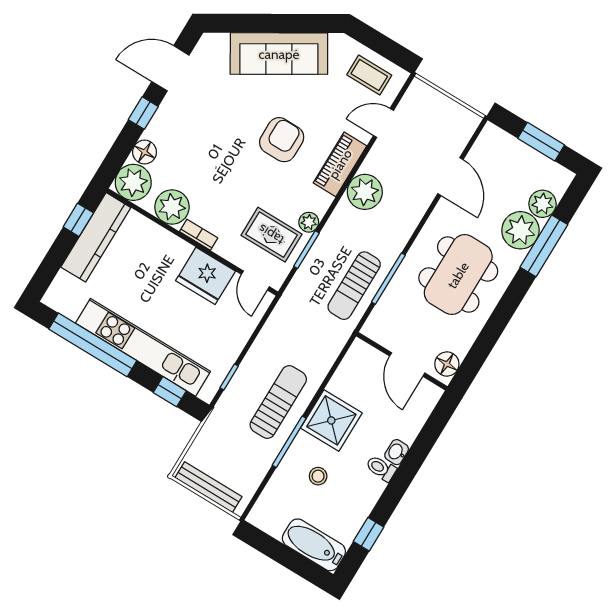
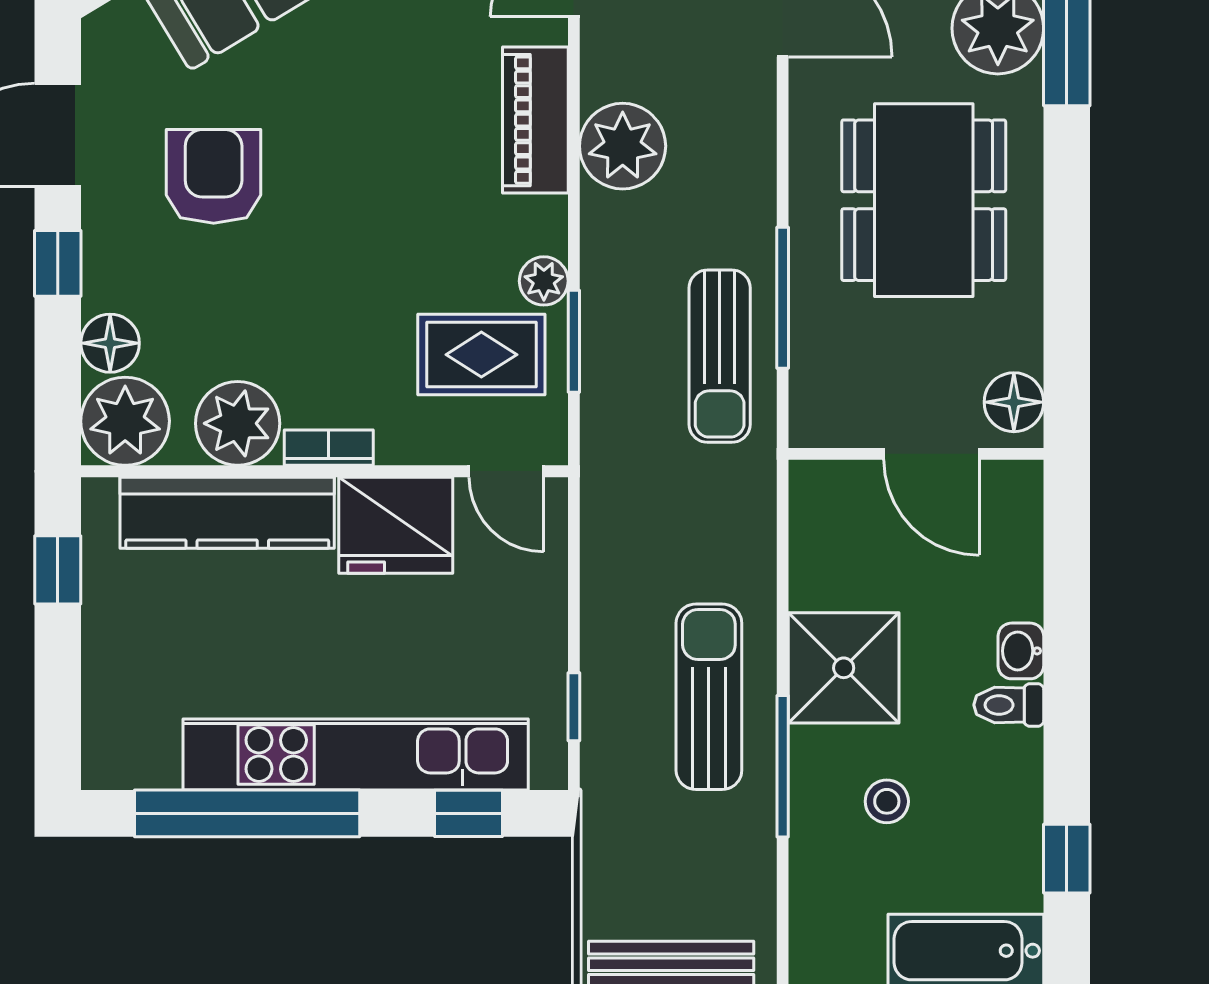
armchair: (282, 140) -> (214, 176), moved
kitchen counter: (96, 237) -> (227, 513), moved, turned 90

